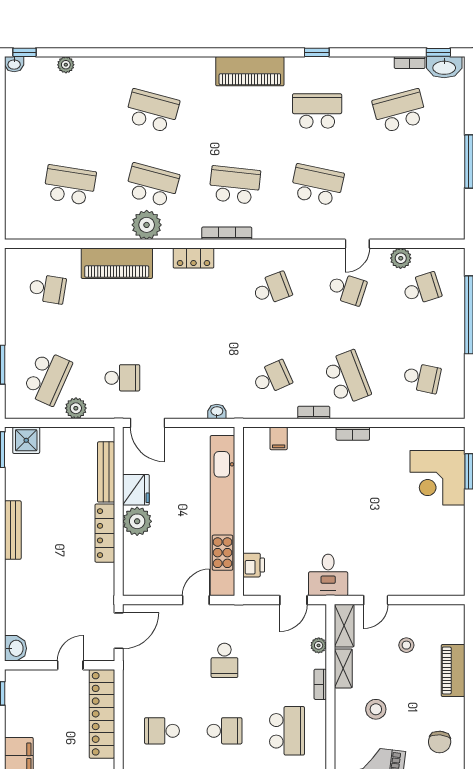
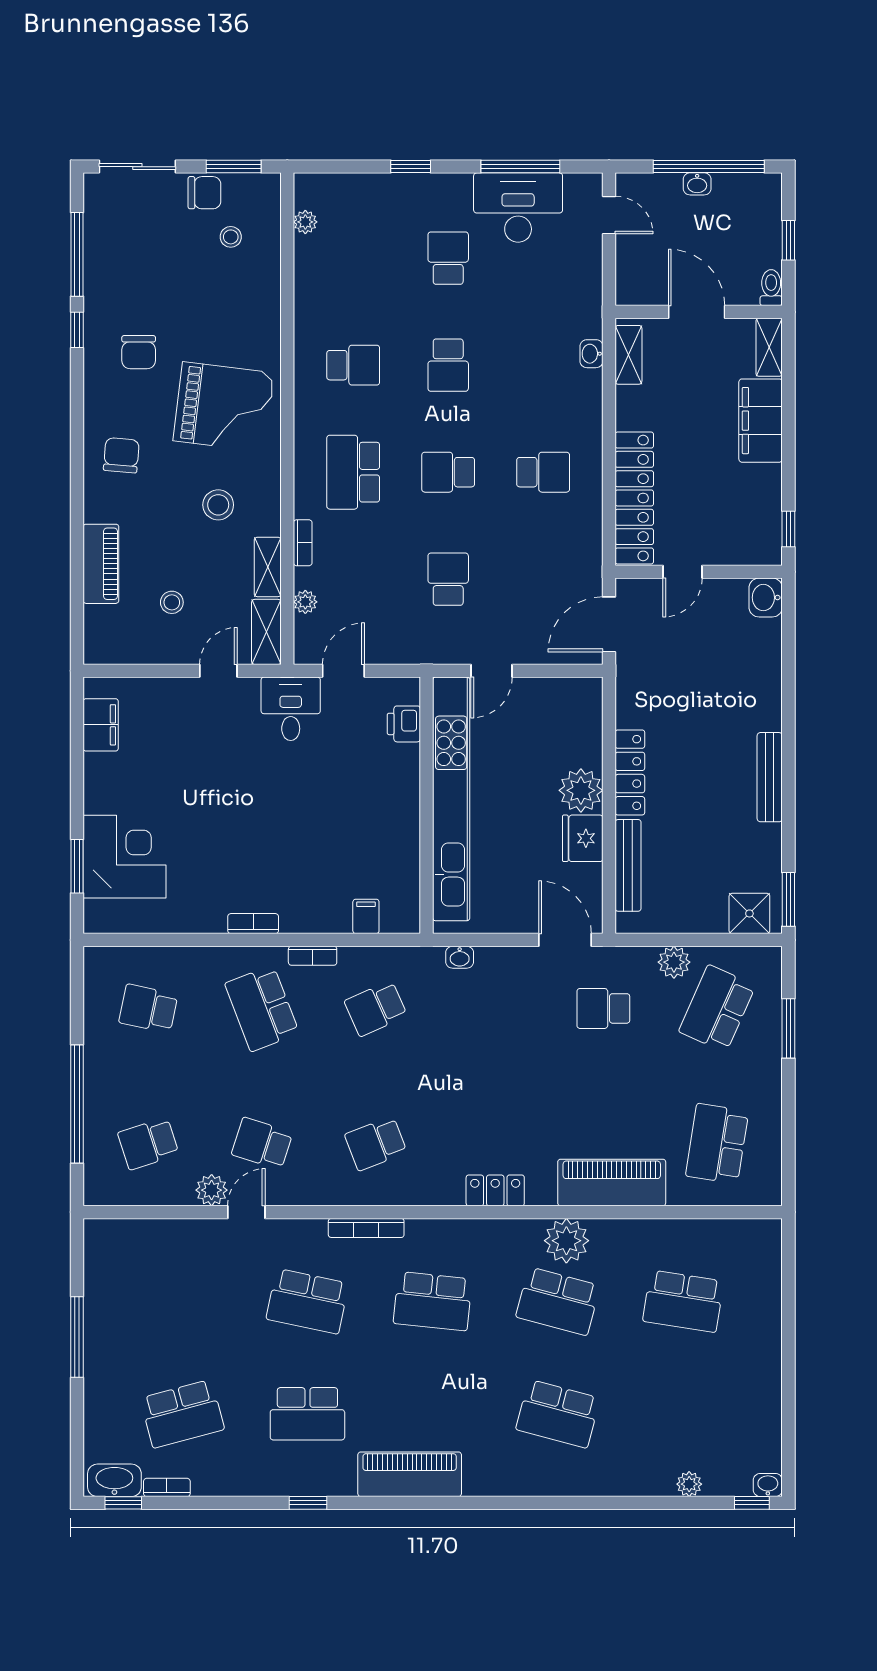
bookcase: (227, 233) -> (366, 1228), moved
plant: (401, 258) -> (212, 1190), moved
school desk: (47, 289) -> (717, 1144), width x1.85
filing cabinet: (453, 564) -> (101, 725), added

